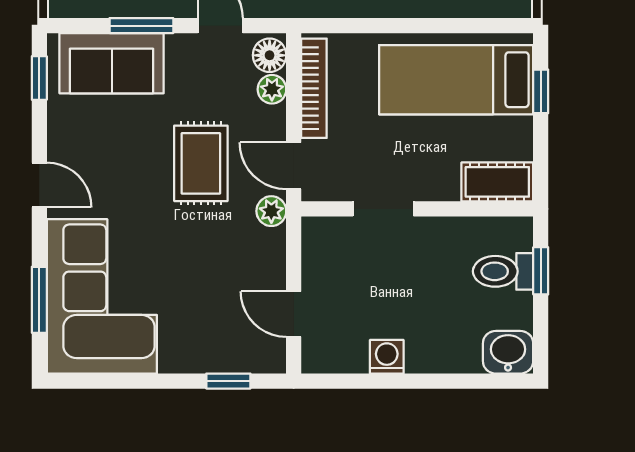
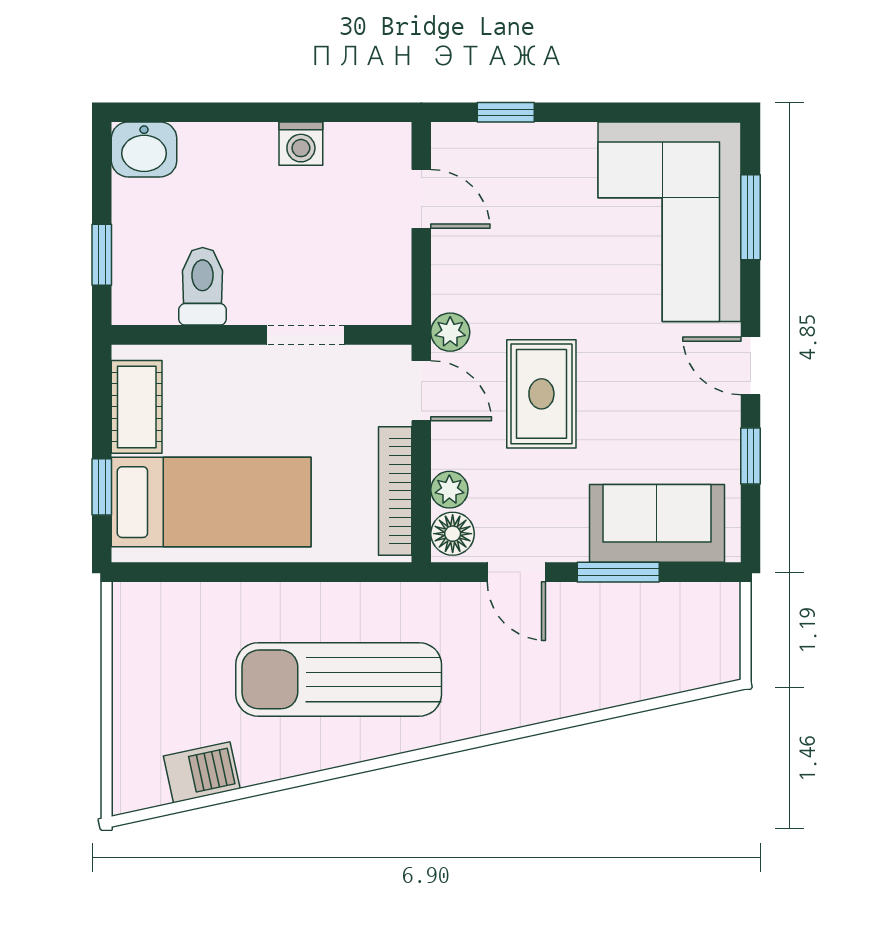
window: (39, 78) -> (750, 456), moved
cot: (497, 182) -> (137, 407), moved, turned 90
toilet: (503, 271) -> (203, 286), moved, turned -90

